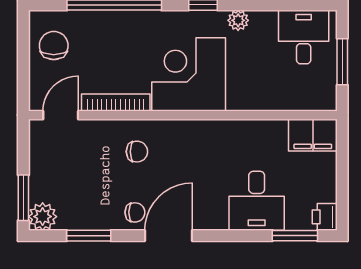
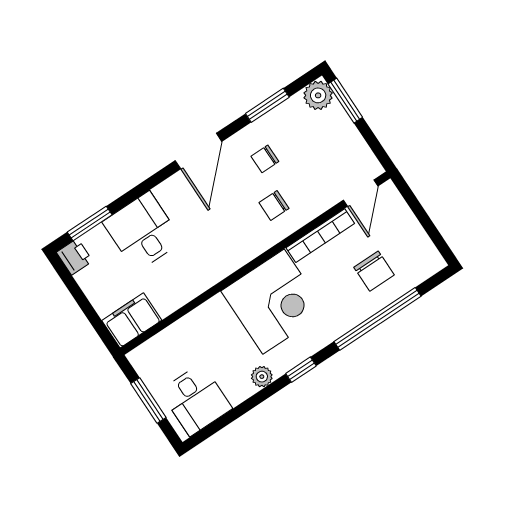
chair: (54, 46) -> (374, 271), moved
chair: (135, 212) -> (265, 159), moved

